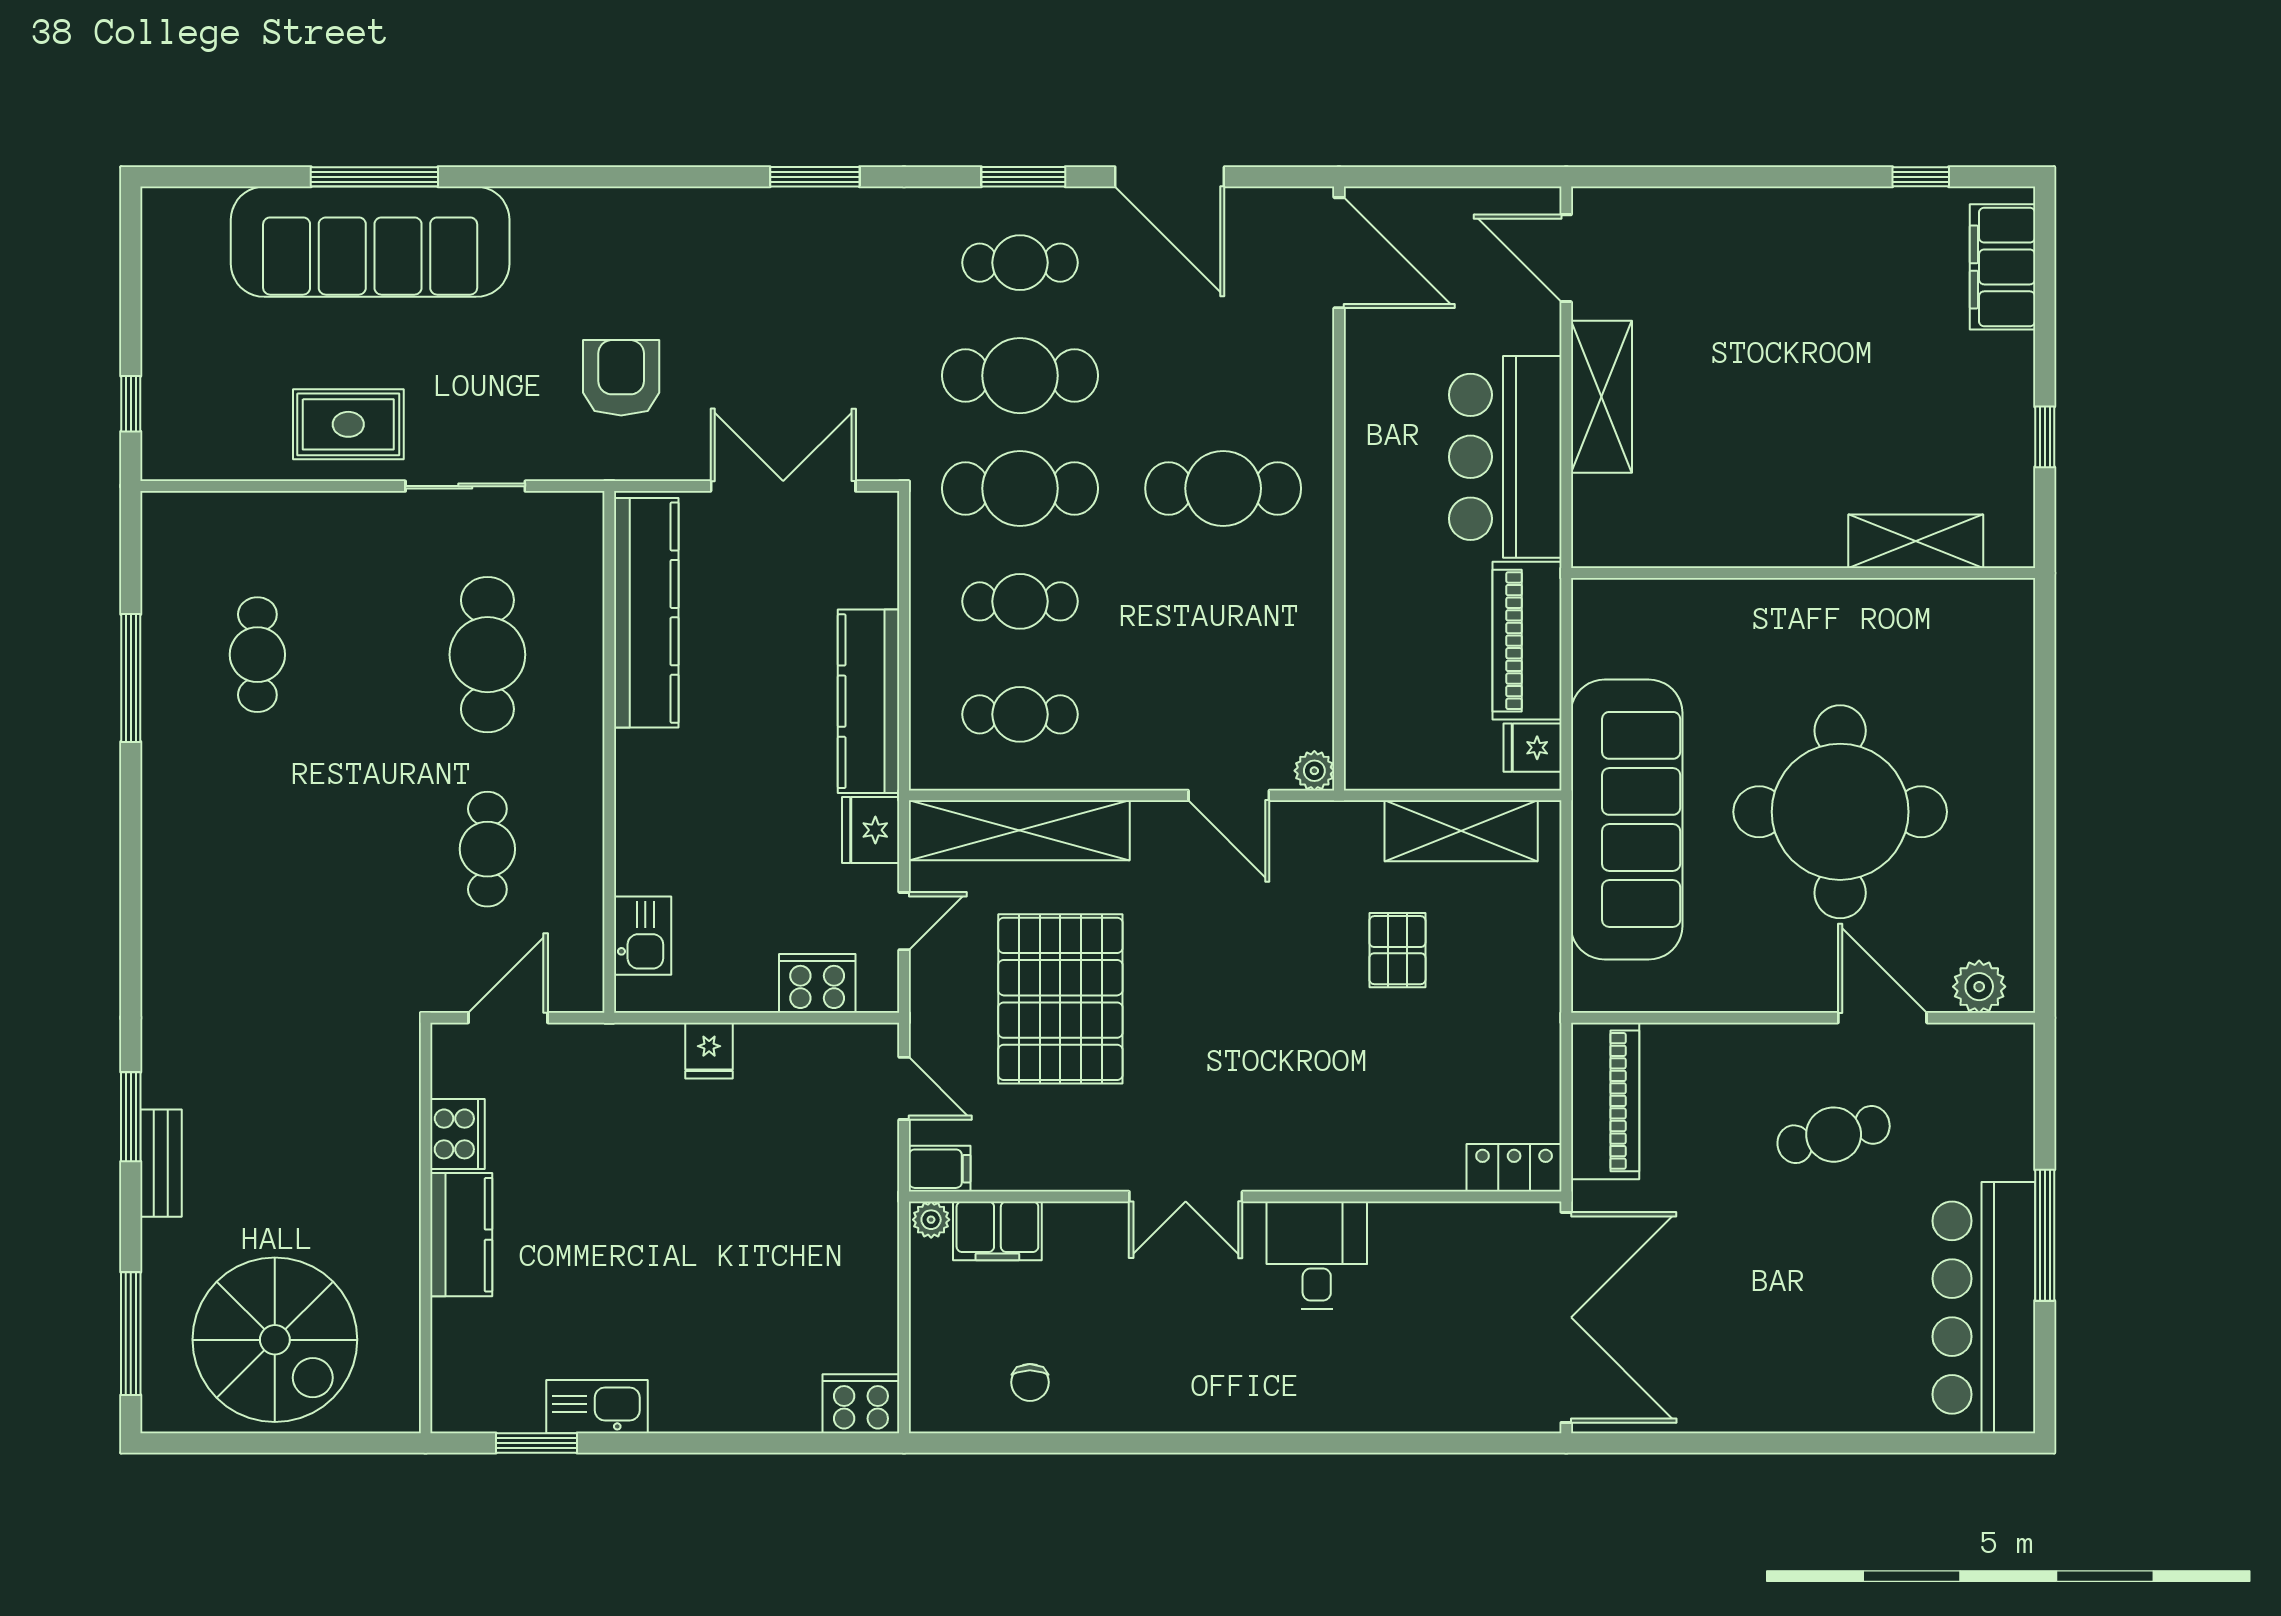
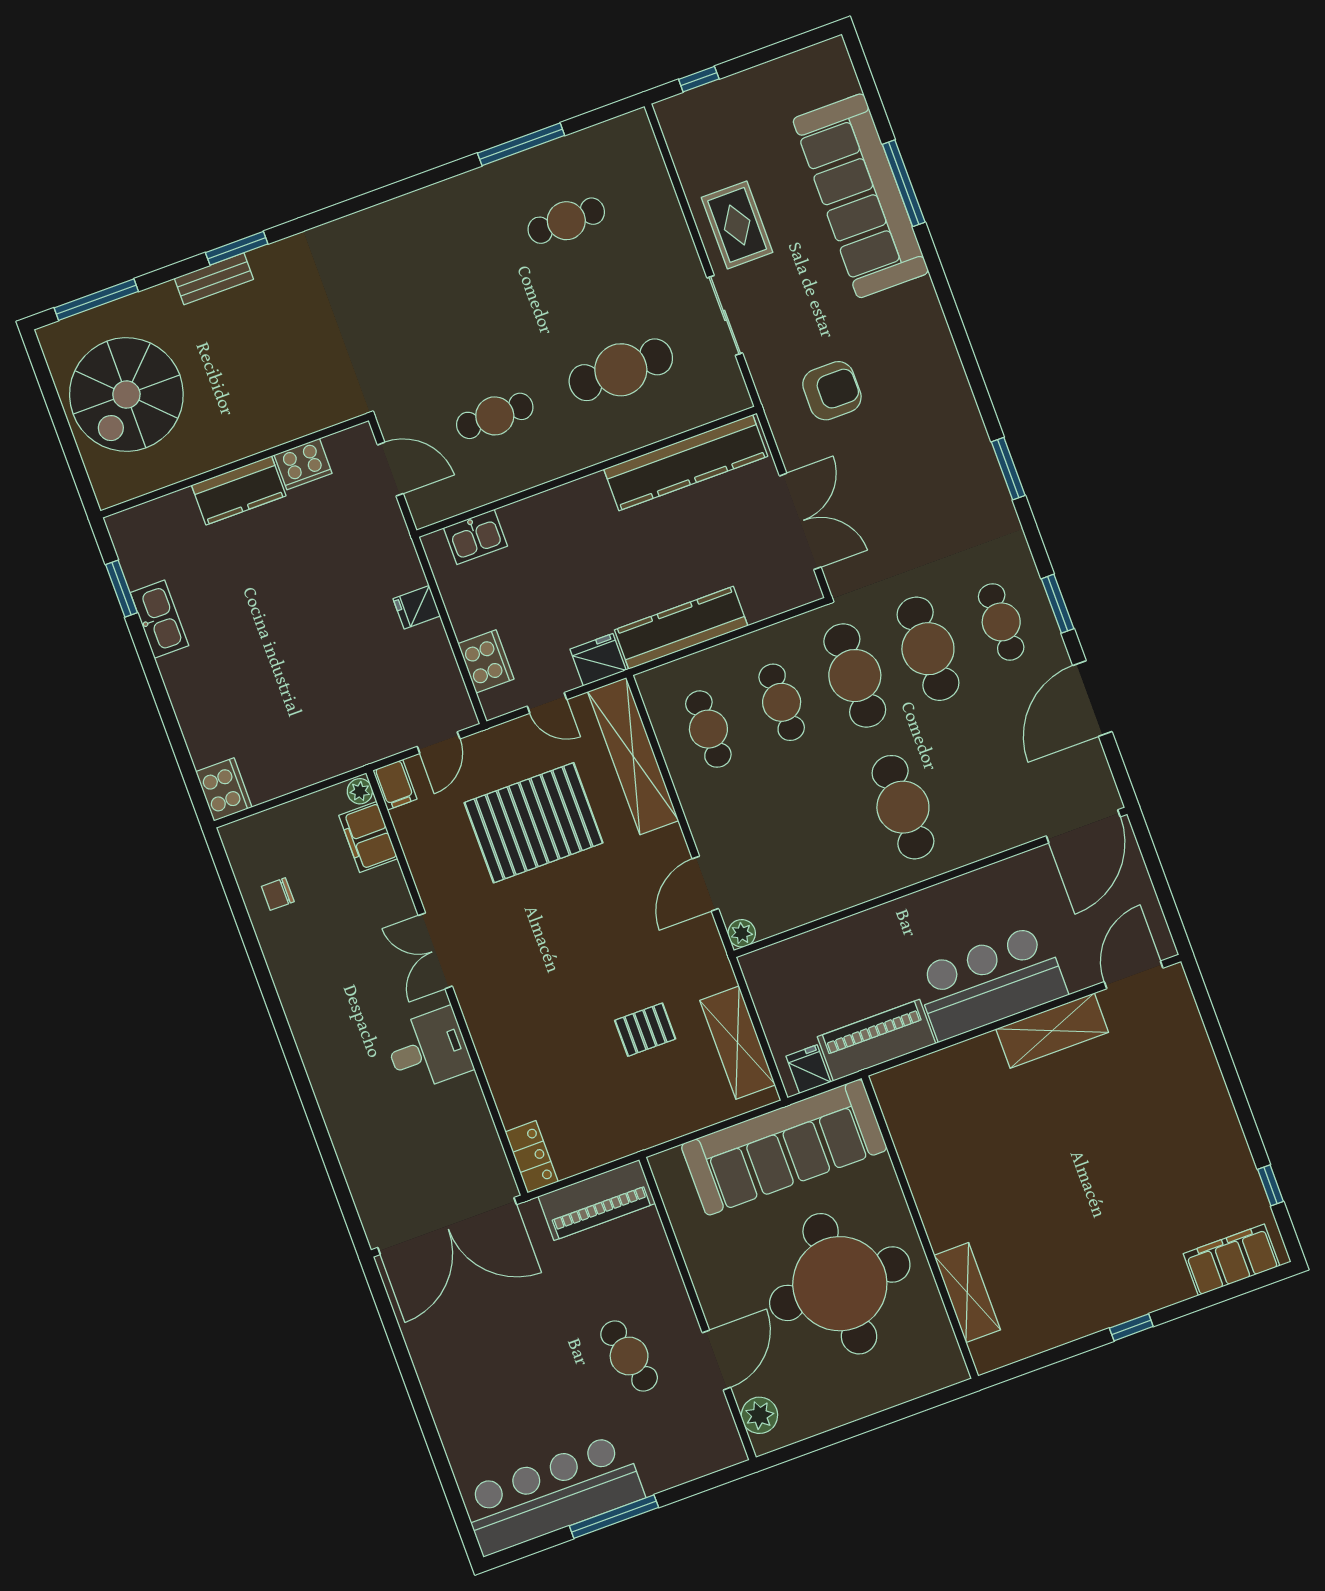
shelving: (1916, 541) -> (967, 1293), moved
wall: (1803, 573) -> (920, 1227), moved

